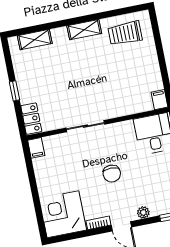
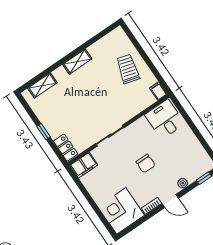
trolley: (125, 33) -> (128, 69), moved, turned 106
filing cabinet: (36, 148) -> (84, 165), width x2.00

